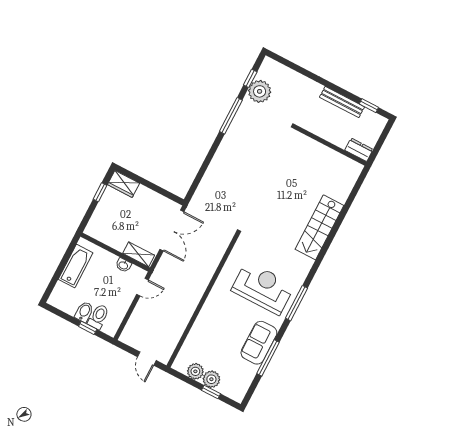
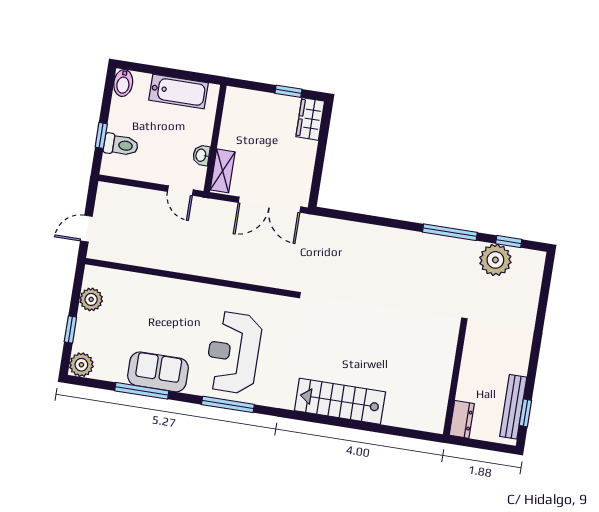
bench: (342, 102) -> (513, 407), moved
reception desk: (263, 288) -> (233, 353), turned 180
bidet: (84, 312) -> (123, 83), moved, turned 90
plant: (211, 379) -> (81, 365), moved

